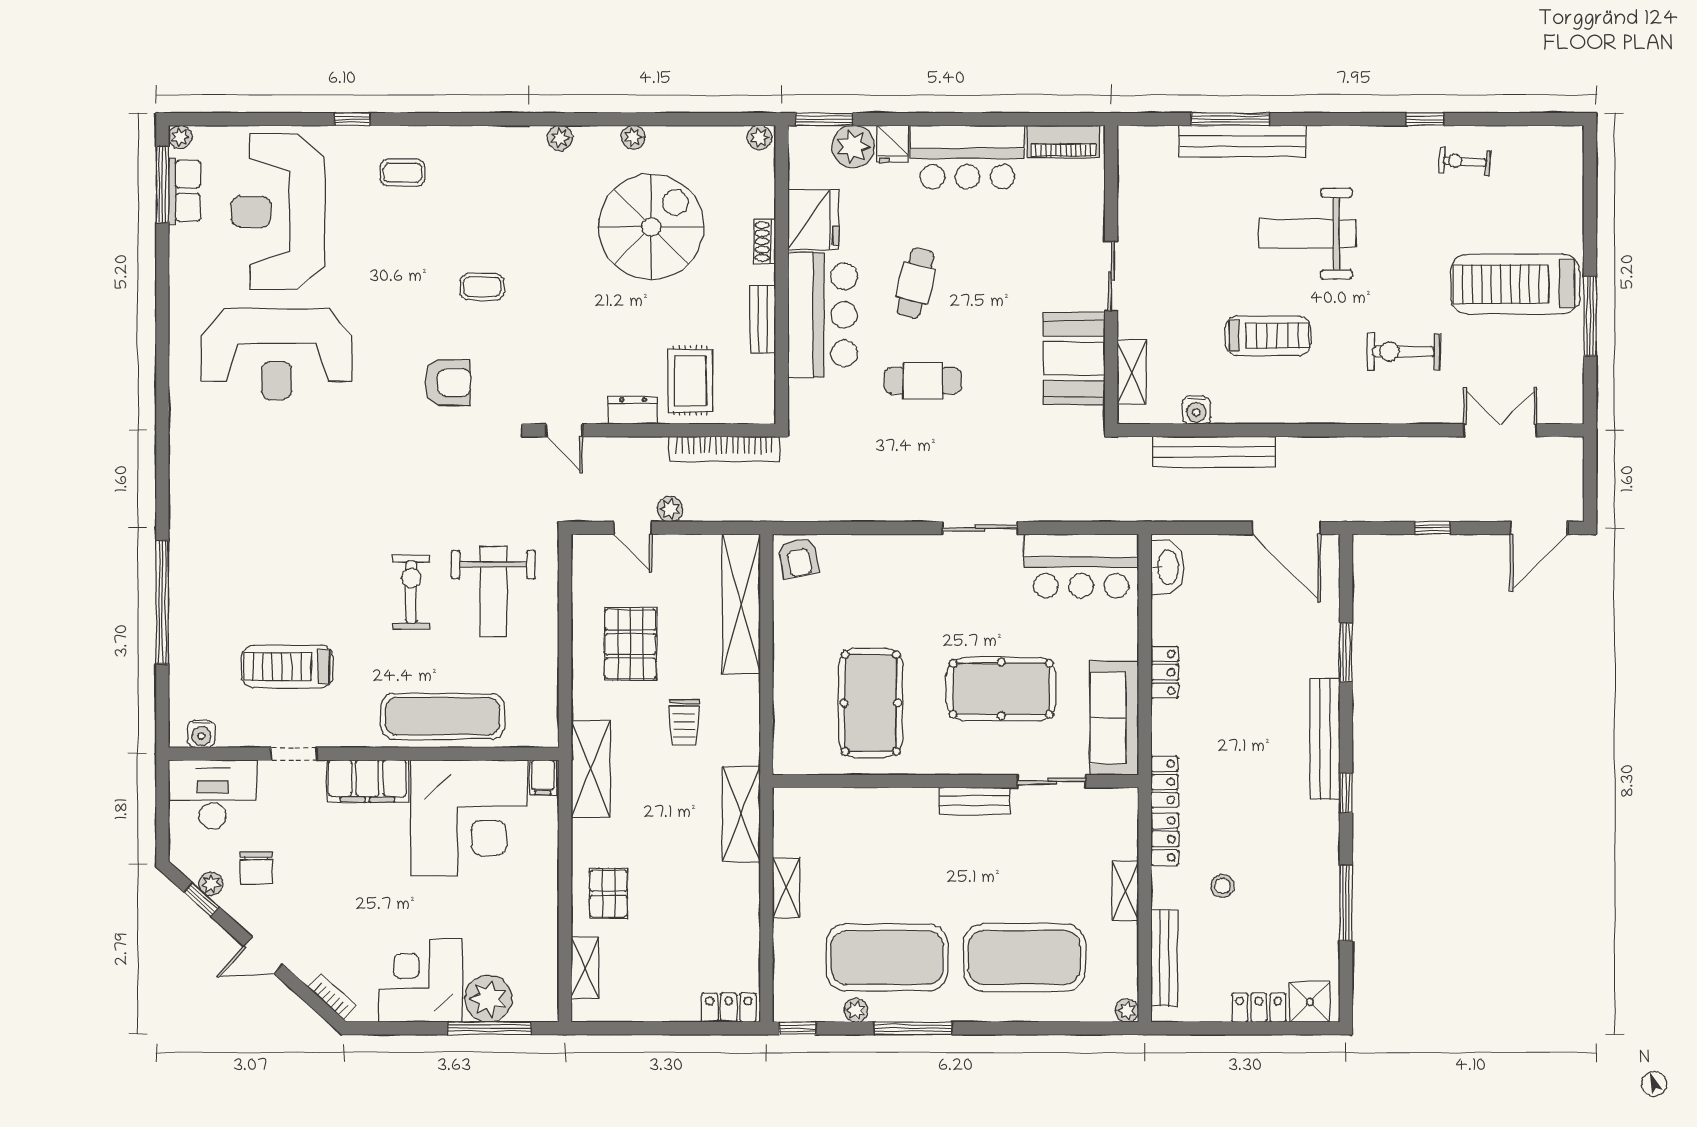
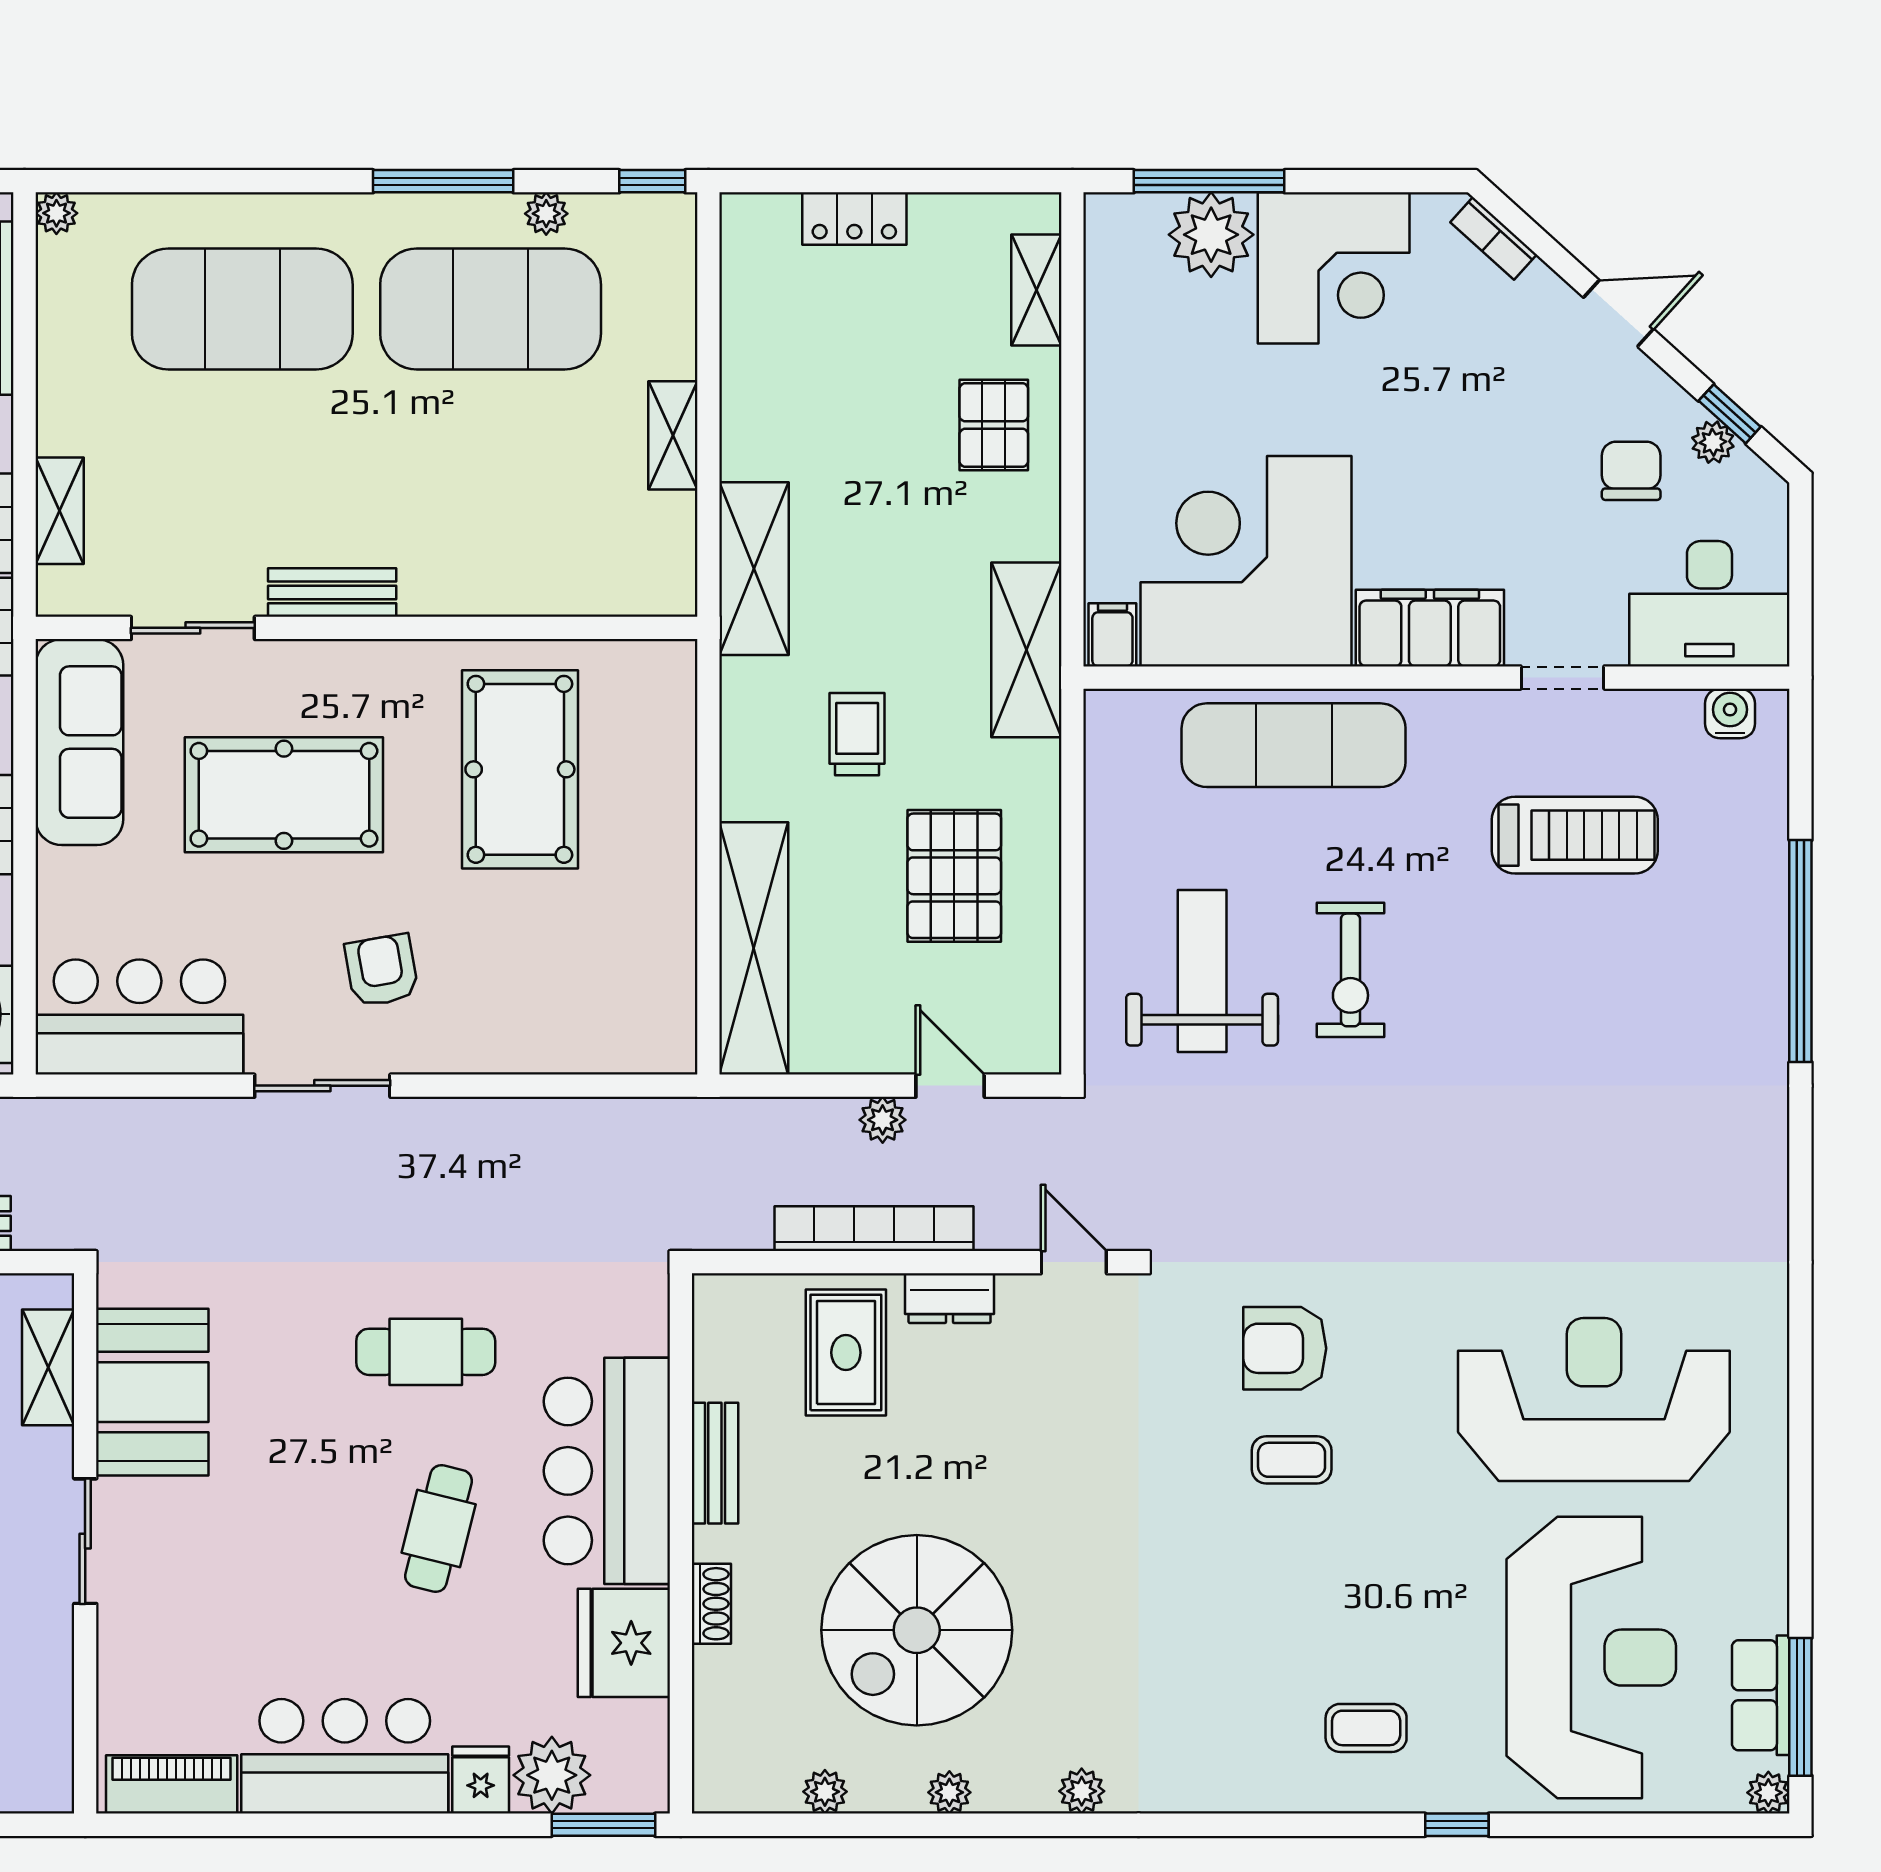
plant: (760, 137) -> (825, 1792), moved
coffee table: (482, 287) -> (1292, 1460), moved
bookcase: (724, 449) -> (874, 1229), moved
armchair: (799, 558) -> (382, 970), moved
shelving: (1125, 891) -> (60, 511), moved
locker: (729, 1008) -> (854, 218), moved

